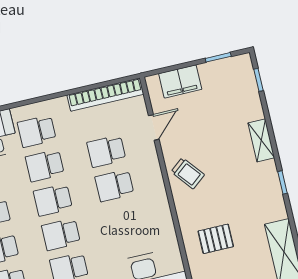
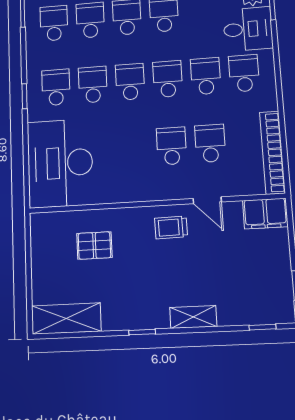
filing cabinet: (180, 81) -> (265, 214), moved, turned -90
door: (154, 127) -> (207, 200), moved
trolley: (188, 173) -> (171, 227), turned 38
pallet: (216, 239) -> (94, 245), turned 90

